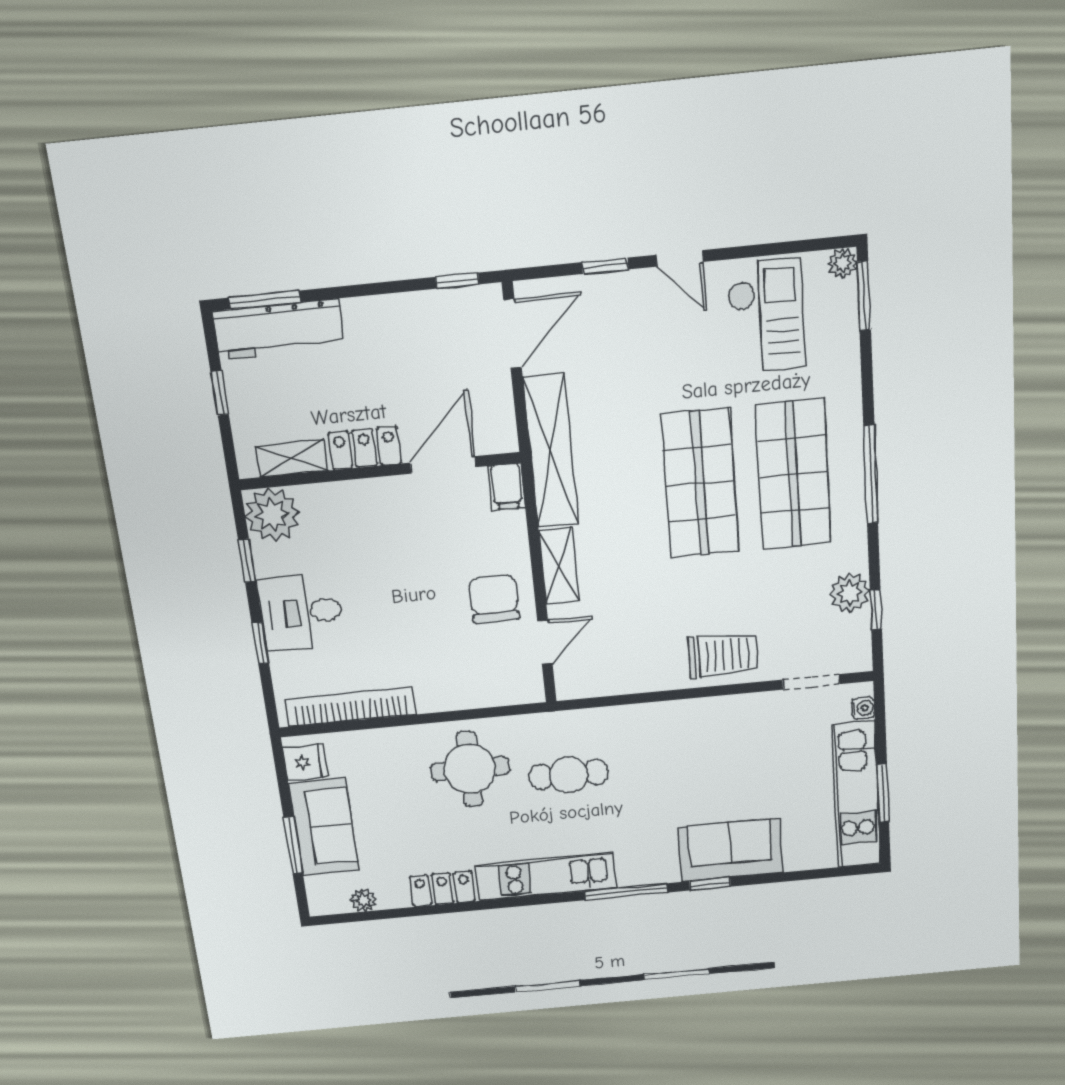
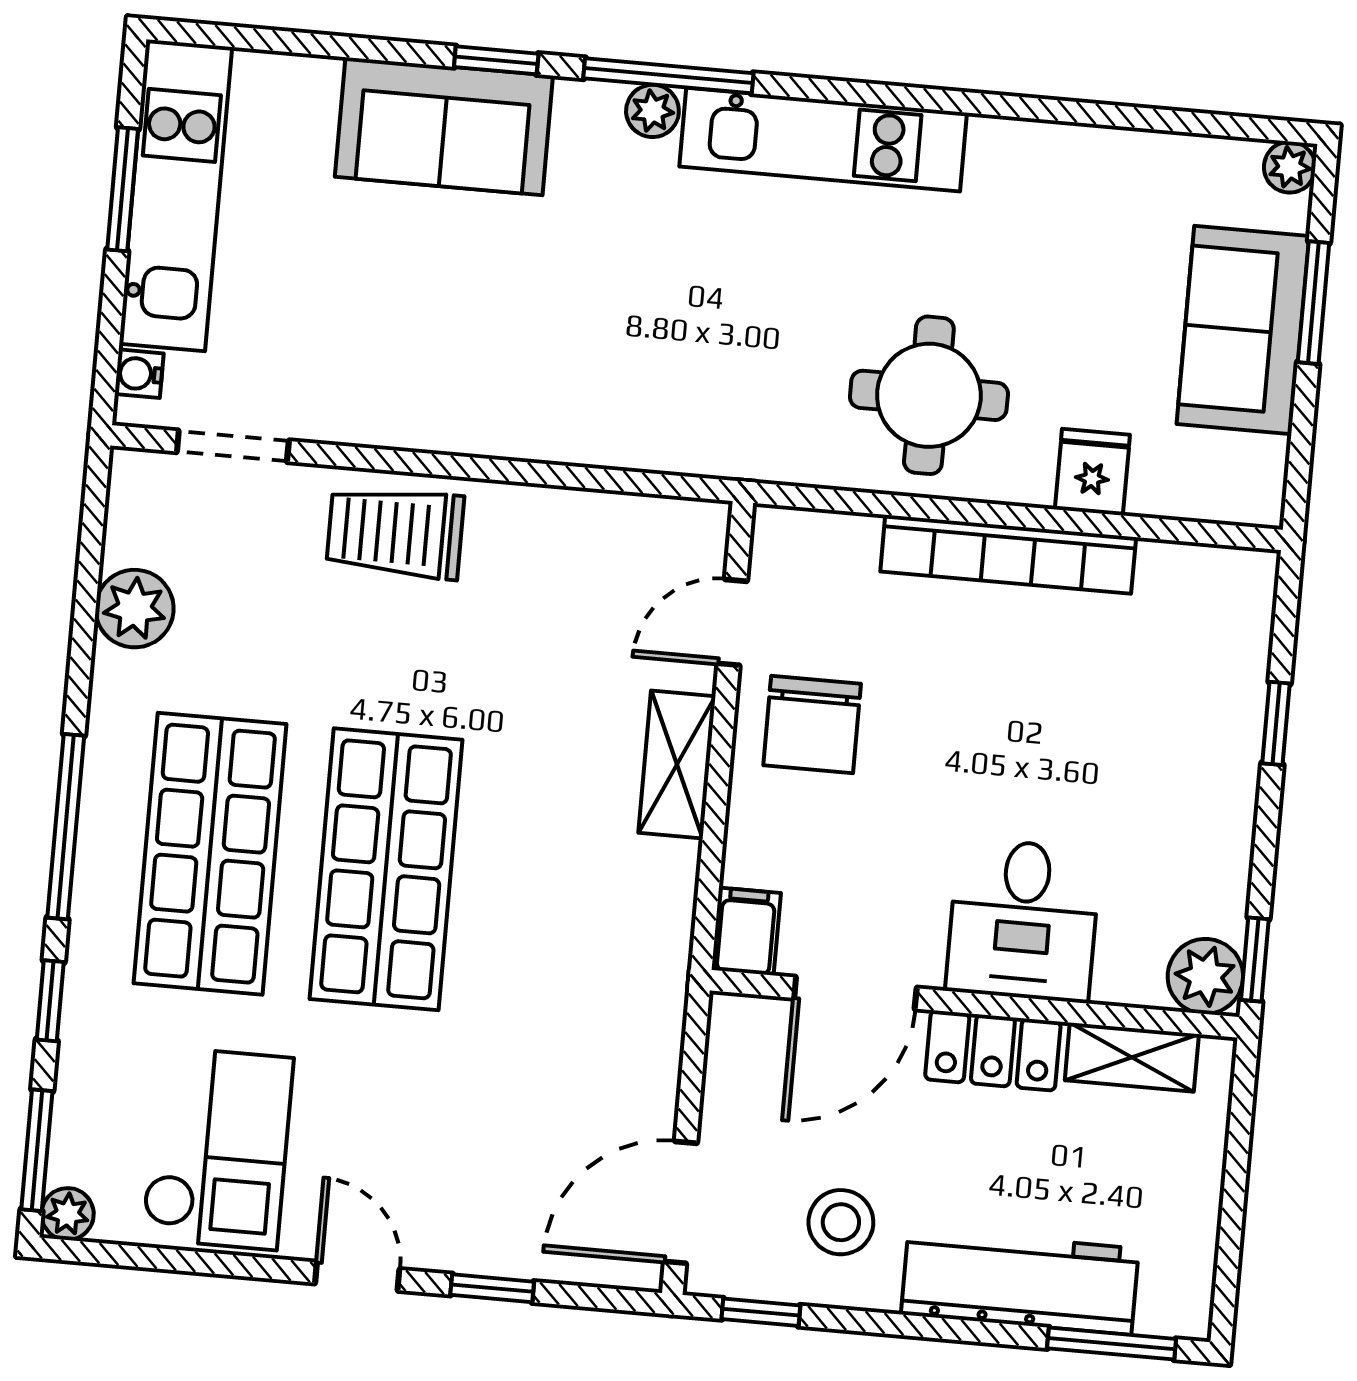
checkout: (766, 316) -> (218, 1148), turned 180
workbench: (279, 329) -> (1020, 1281), moved
stool: (425, 339) -> (841, 1222), added
window: (220, 393) -> (1234, 1198), removed
shelving: (551, 451) -> (652, 981), removed
plant: (272, 515) -> (1205, 976), width x0.73, depth x0.73
window: (247, 561) -> (1255, 960), moved
window: (876, 610) -> (50, 1001), moved
desk: (301, 612) -> (1023, 920), moved, turned 90
bookcase: (351, 707) -> (1008, 554), moved
fridge: (305, 762) -> (1092, 472), moved, turned 90
cafe table: (569, 775) -> (737, 347), removed
plant: (631, 875) -> (652, 111), added
locker: (442, 889) -> (1037, 153), removed
plant: (363, 900) -> (1290, 167), moved

